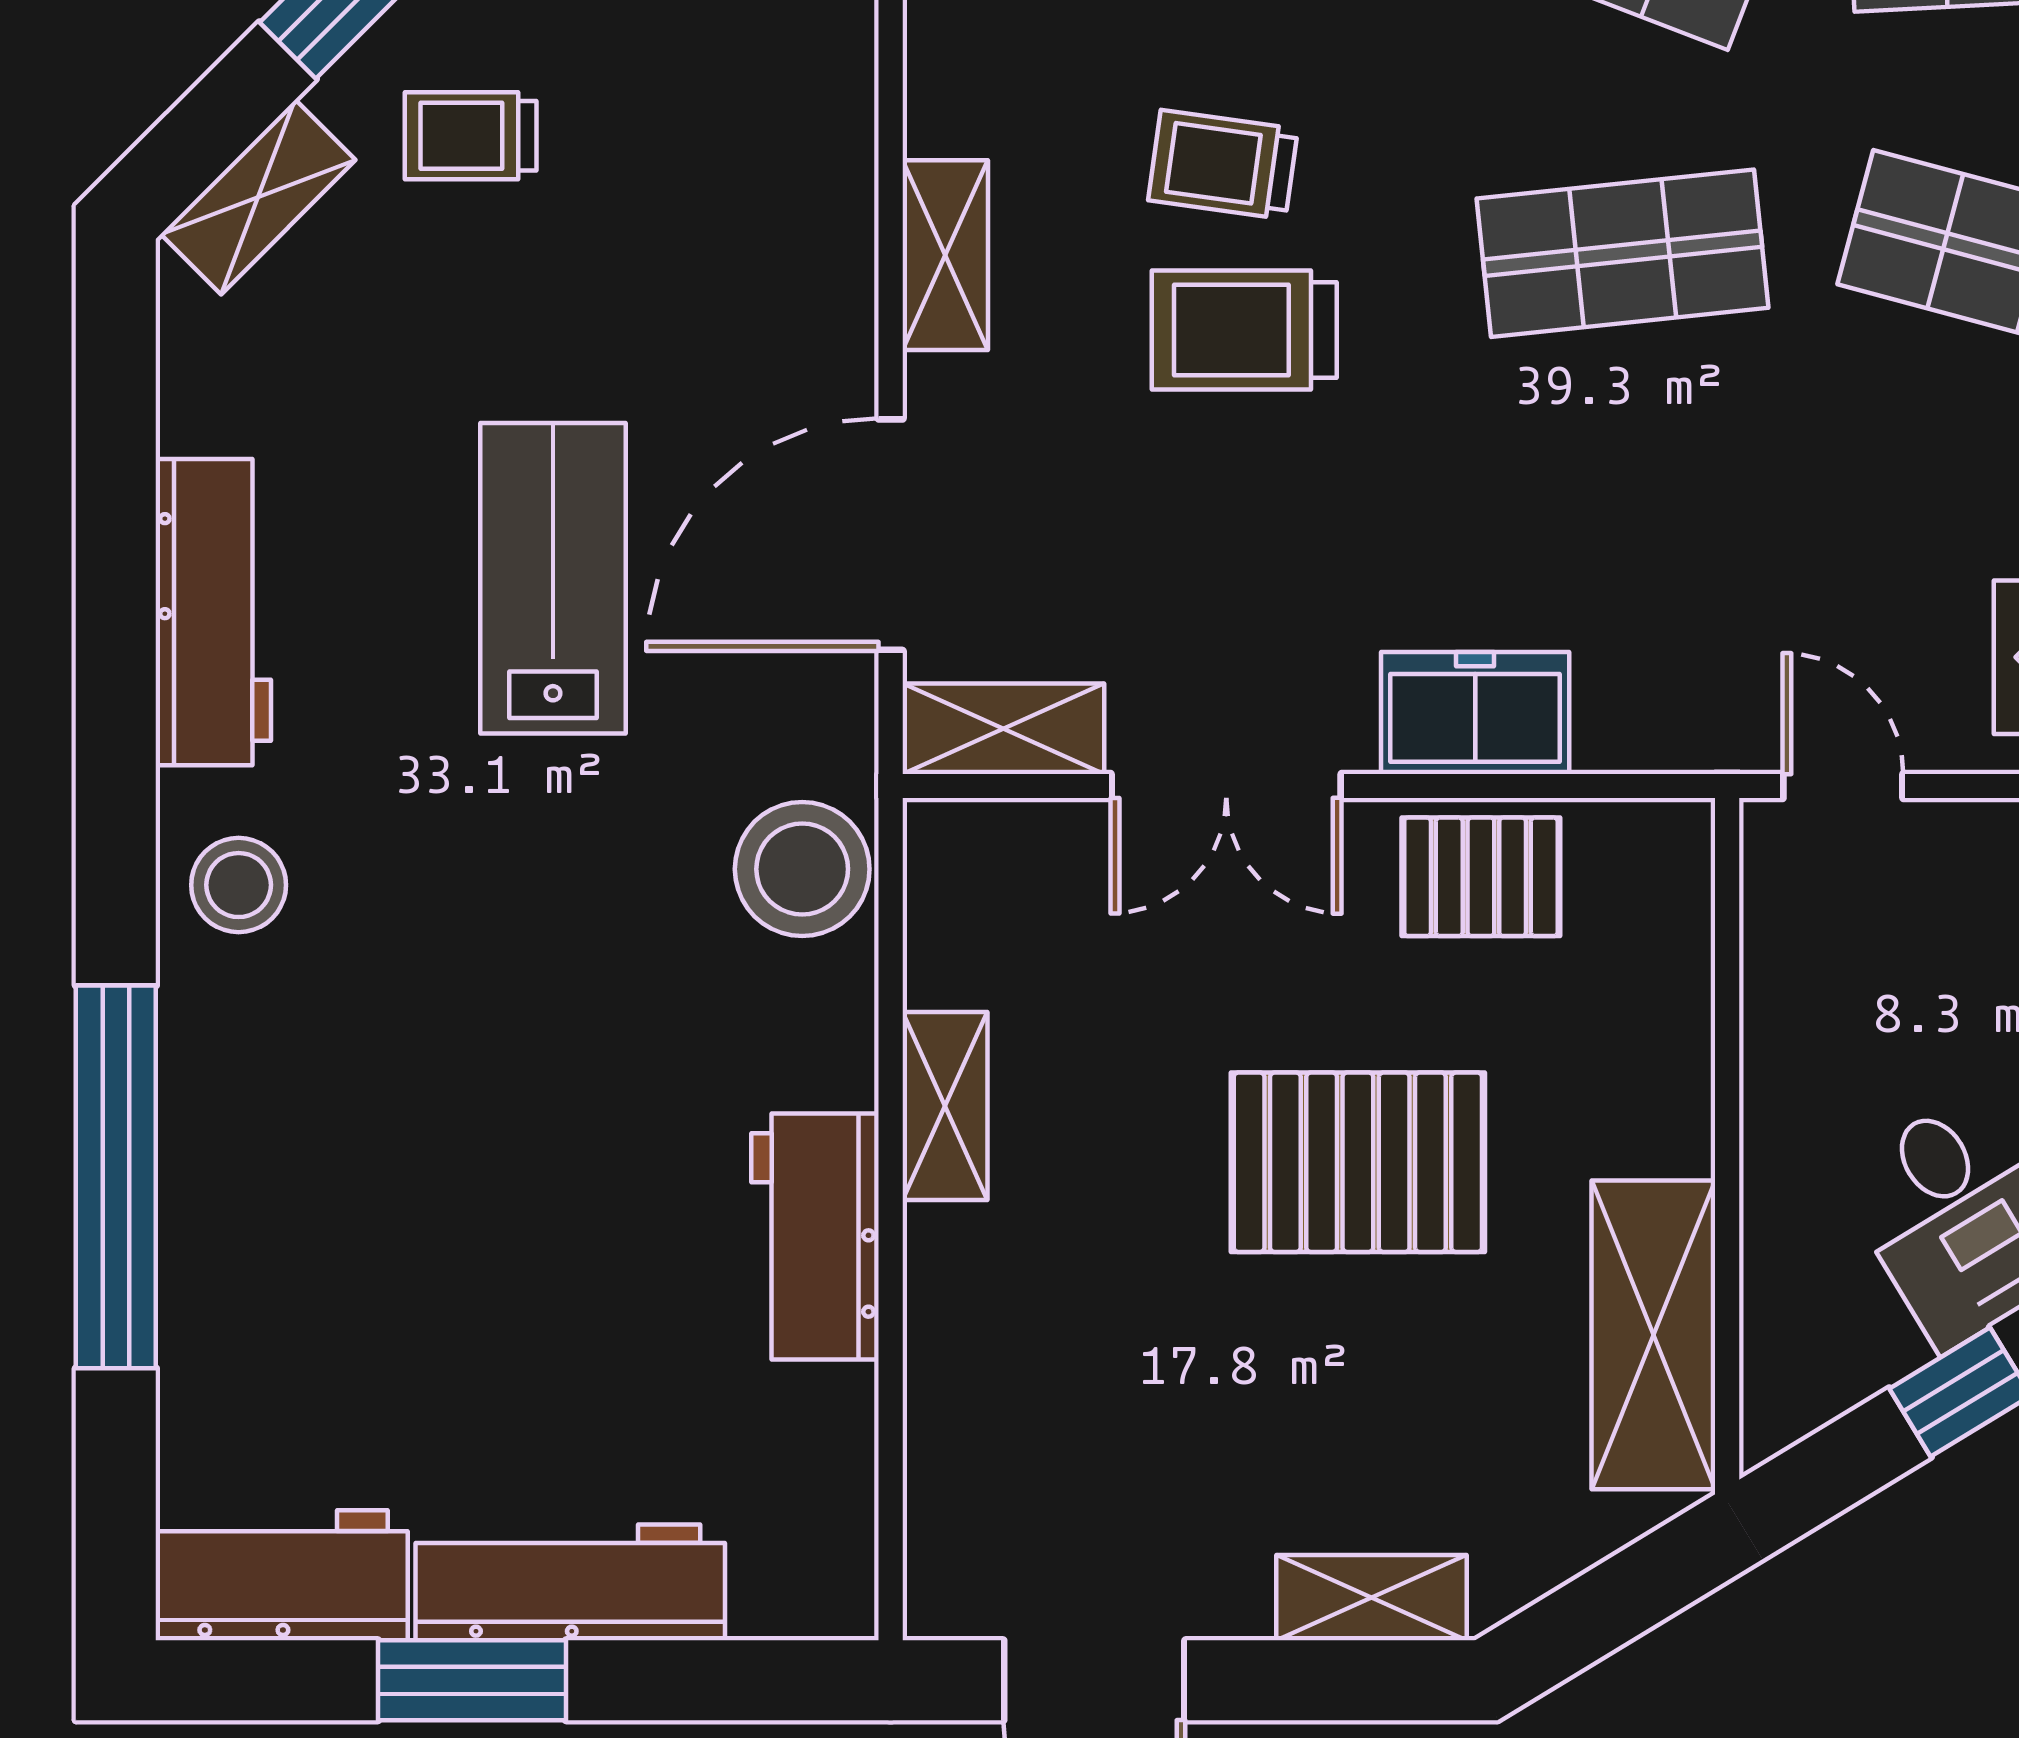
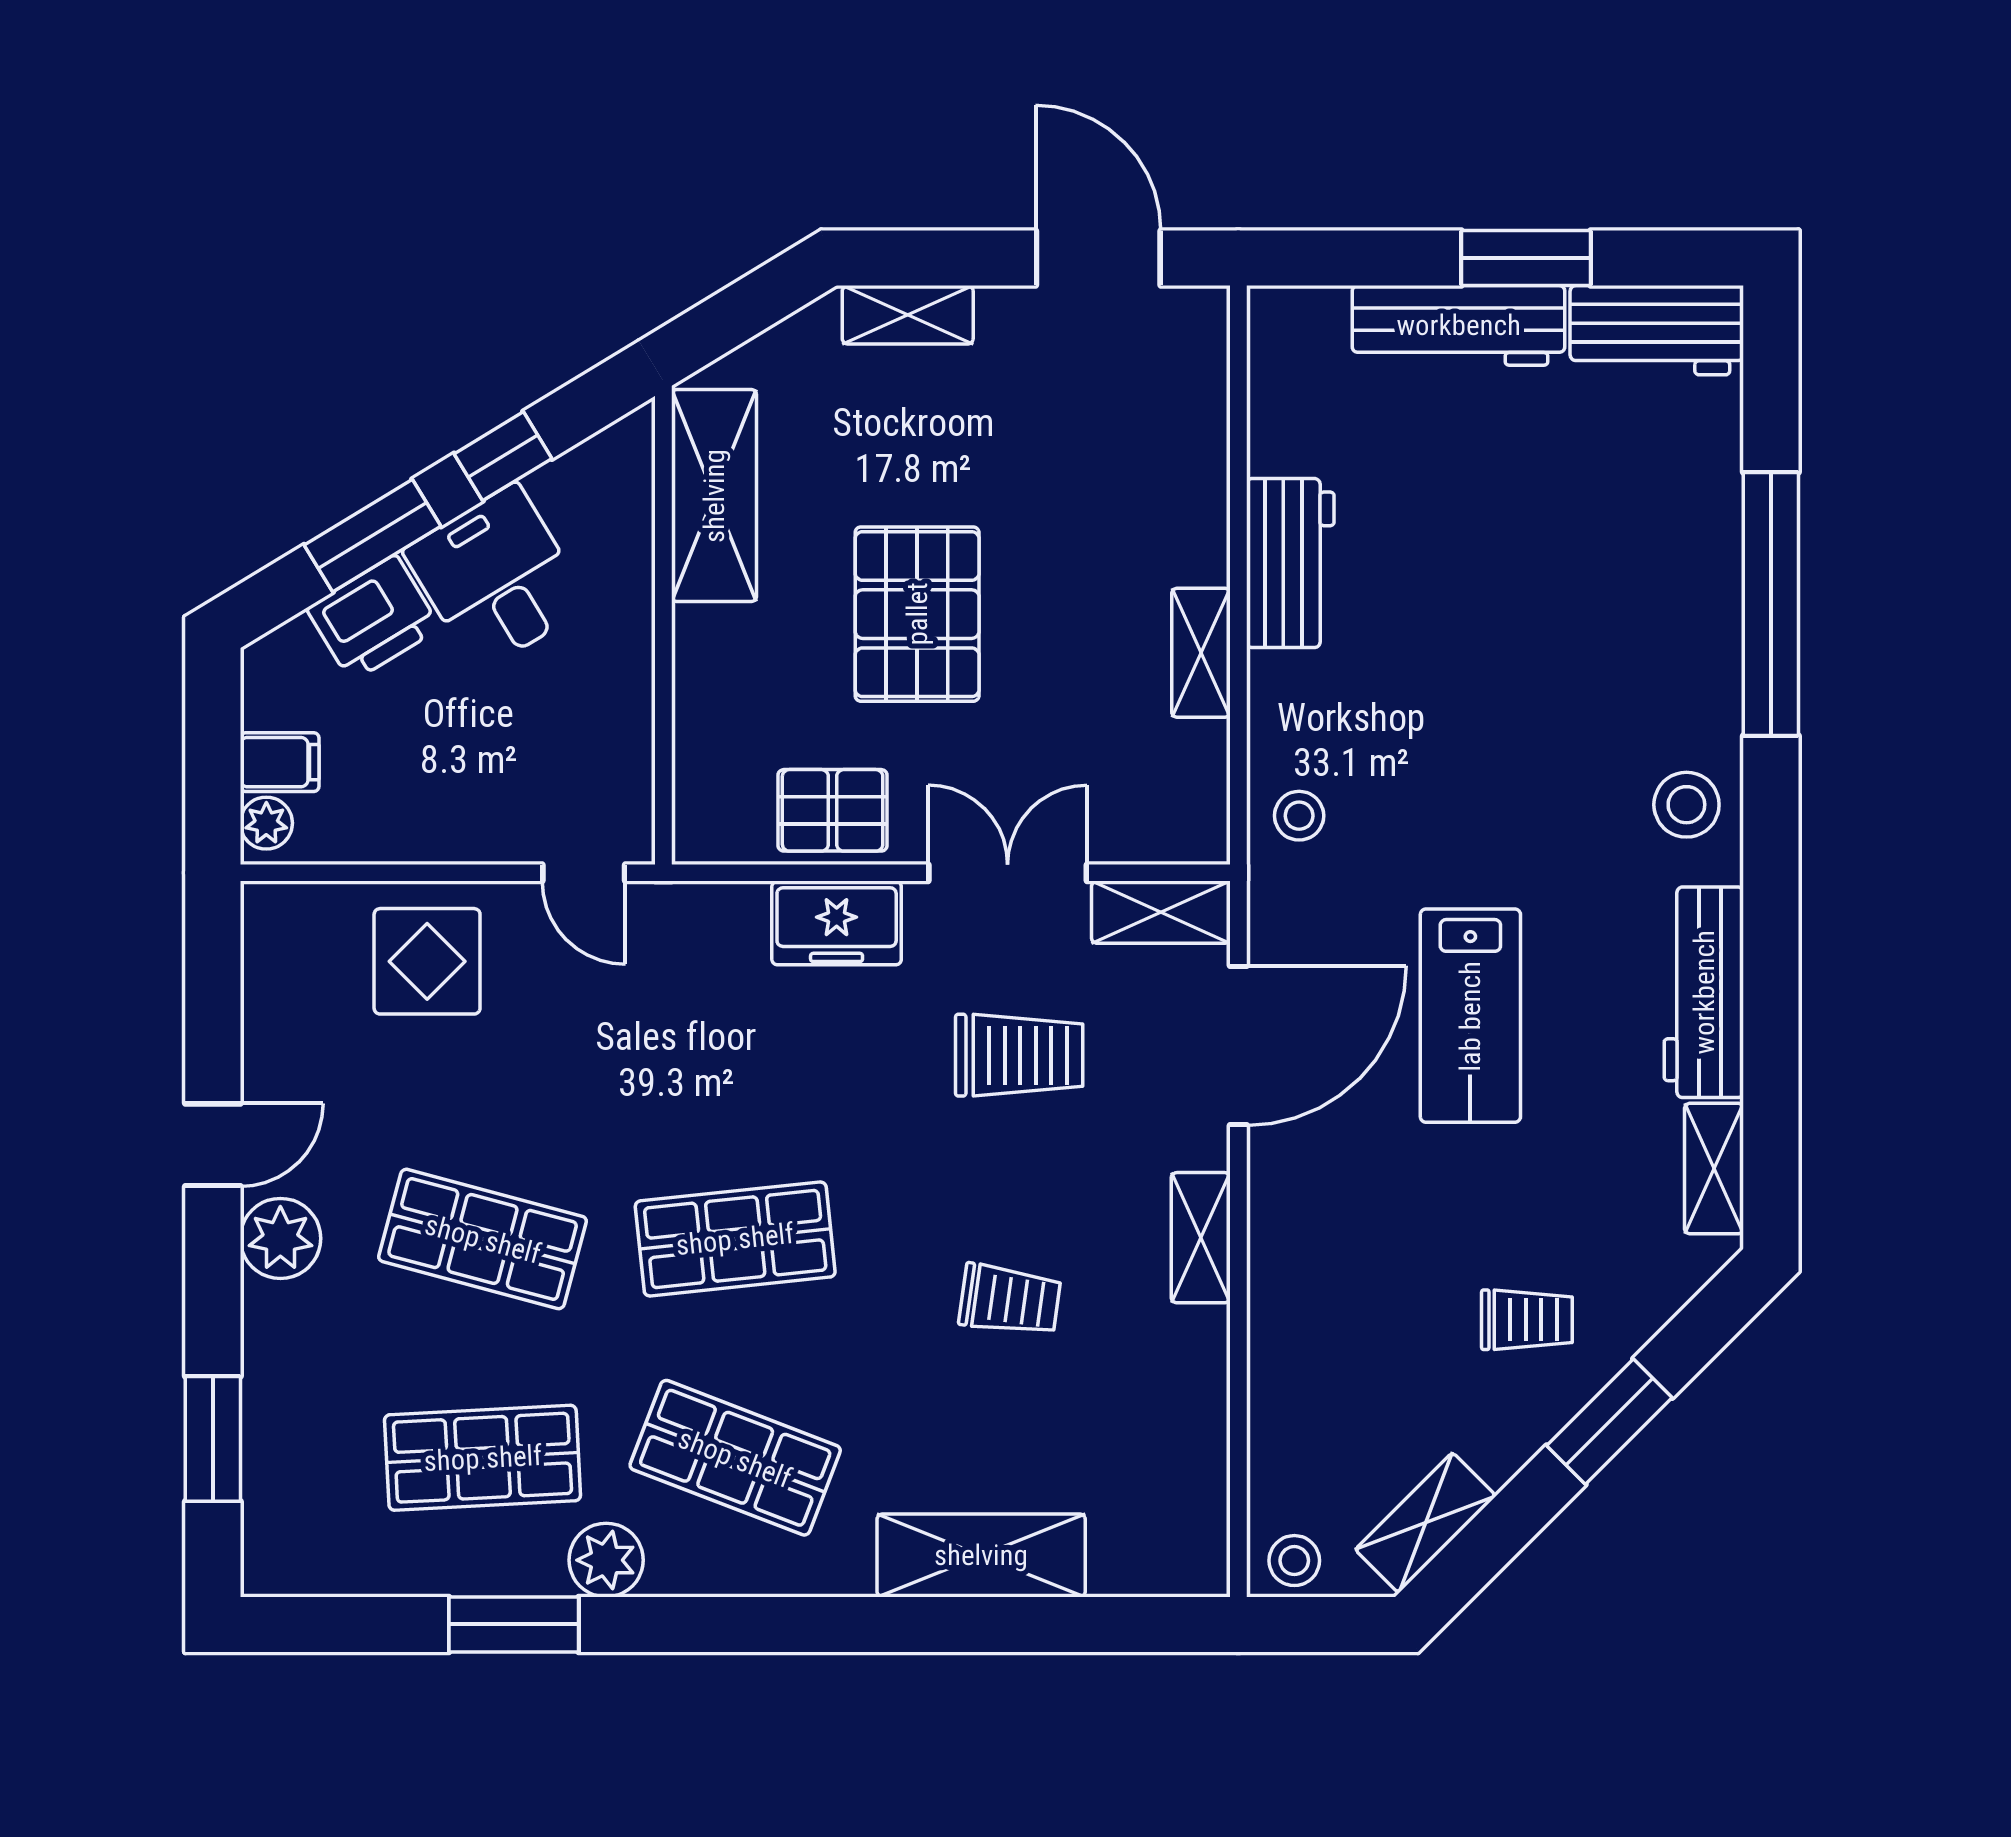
shelving: (258, 197) -> (1714, 1169), moved, turned -45
trolley: (1244, 330) -> (1019, 1055), moved
stool: (802, 869) -> (1299, 816), width x0.53, depth x0.53
pallet: (1358, 1162) -> (917, 614), turned 90

